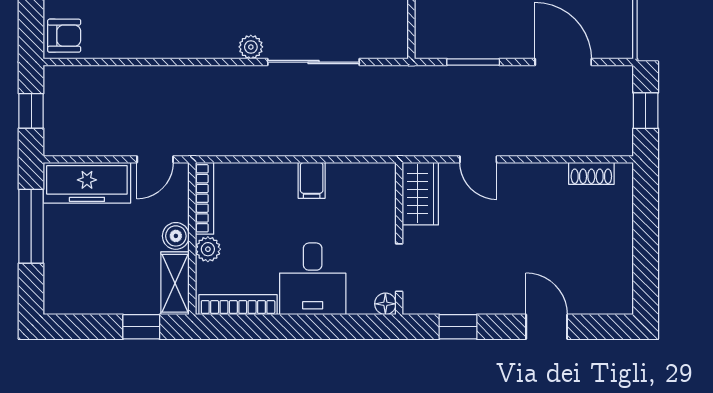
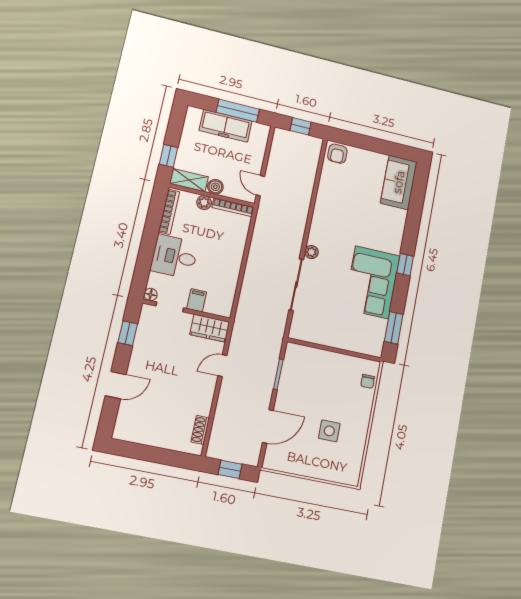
filing cabinet: (312, 180) -> (197, 300), moved, turned 90
freezer: (87, 183) -> (226, 126), moved, turned -90

